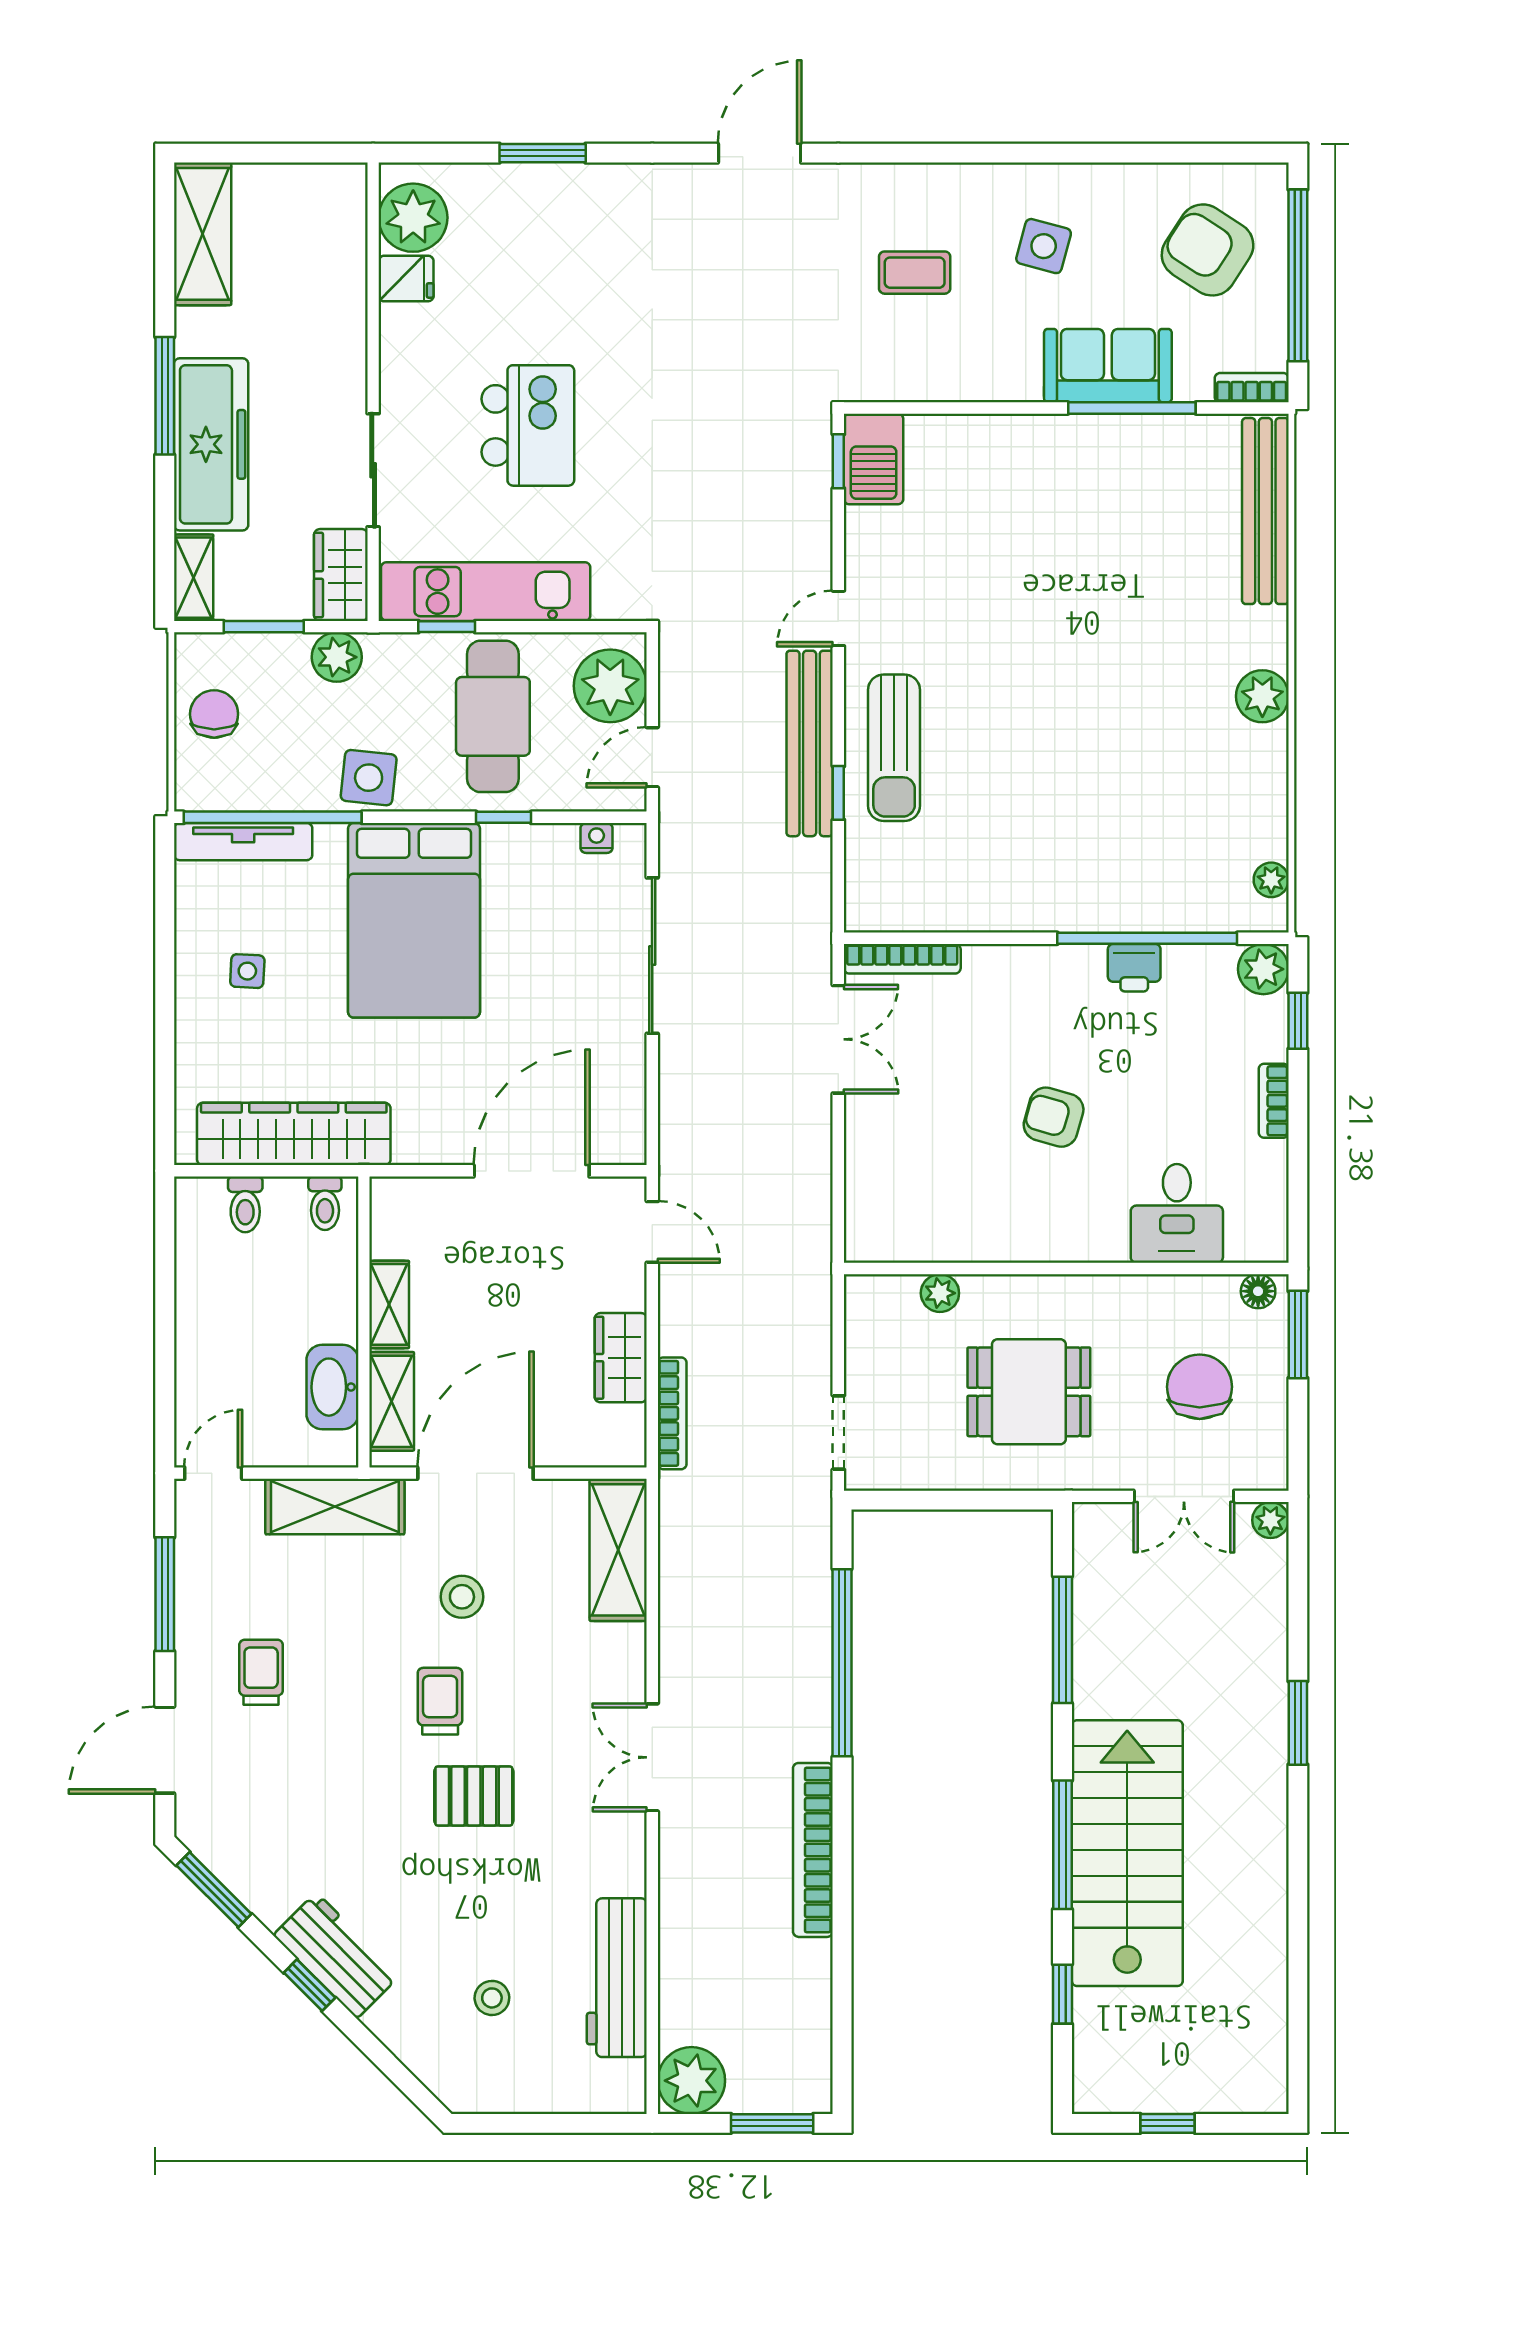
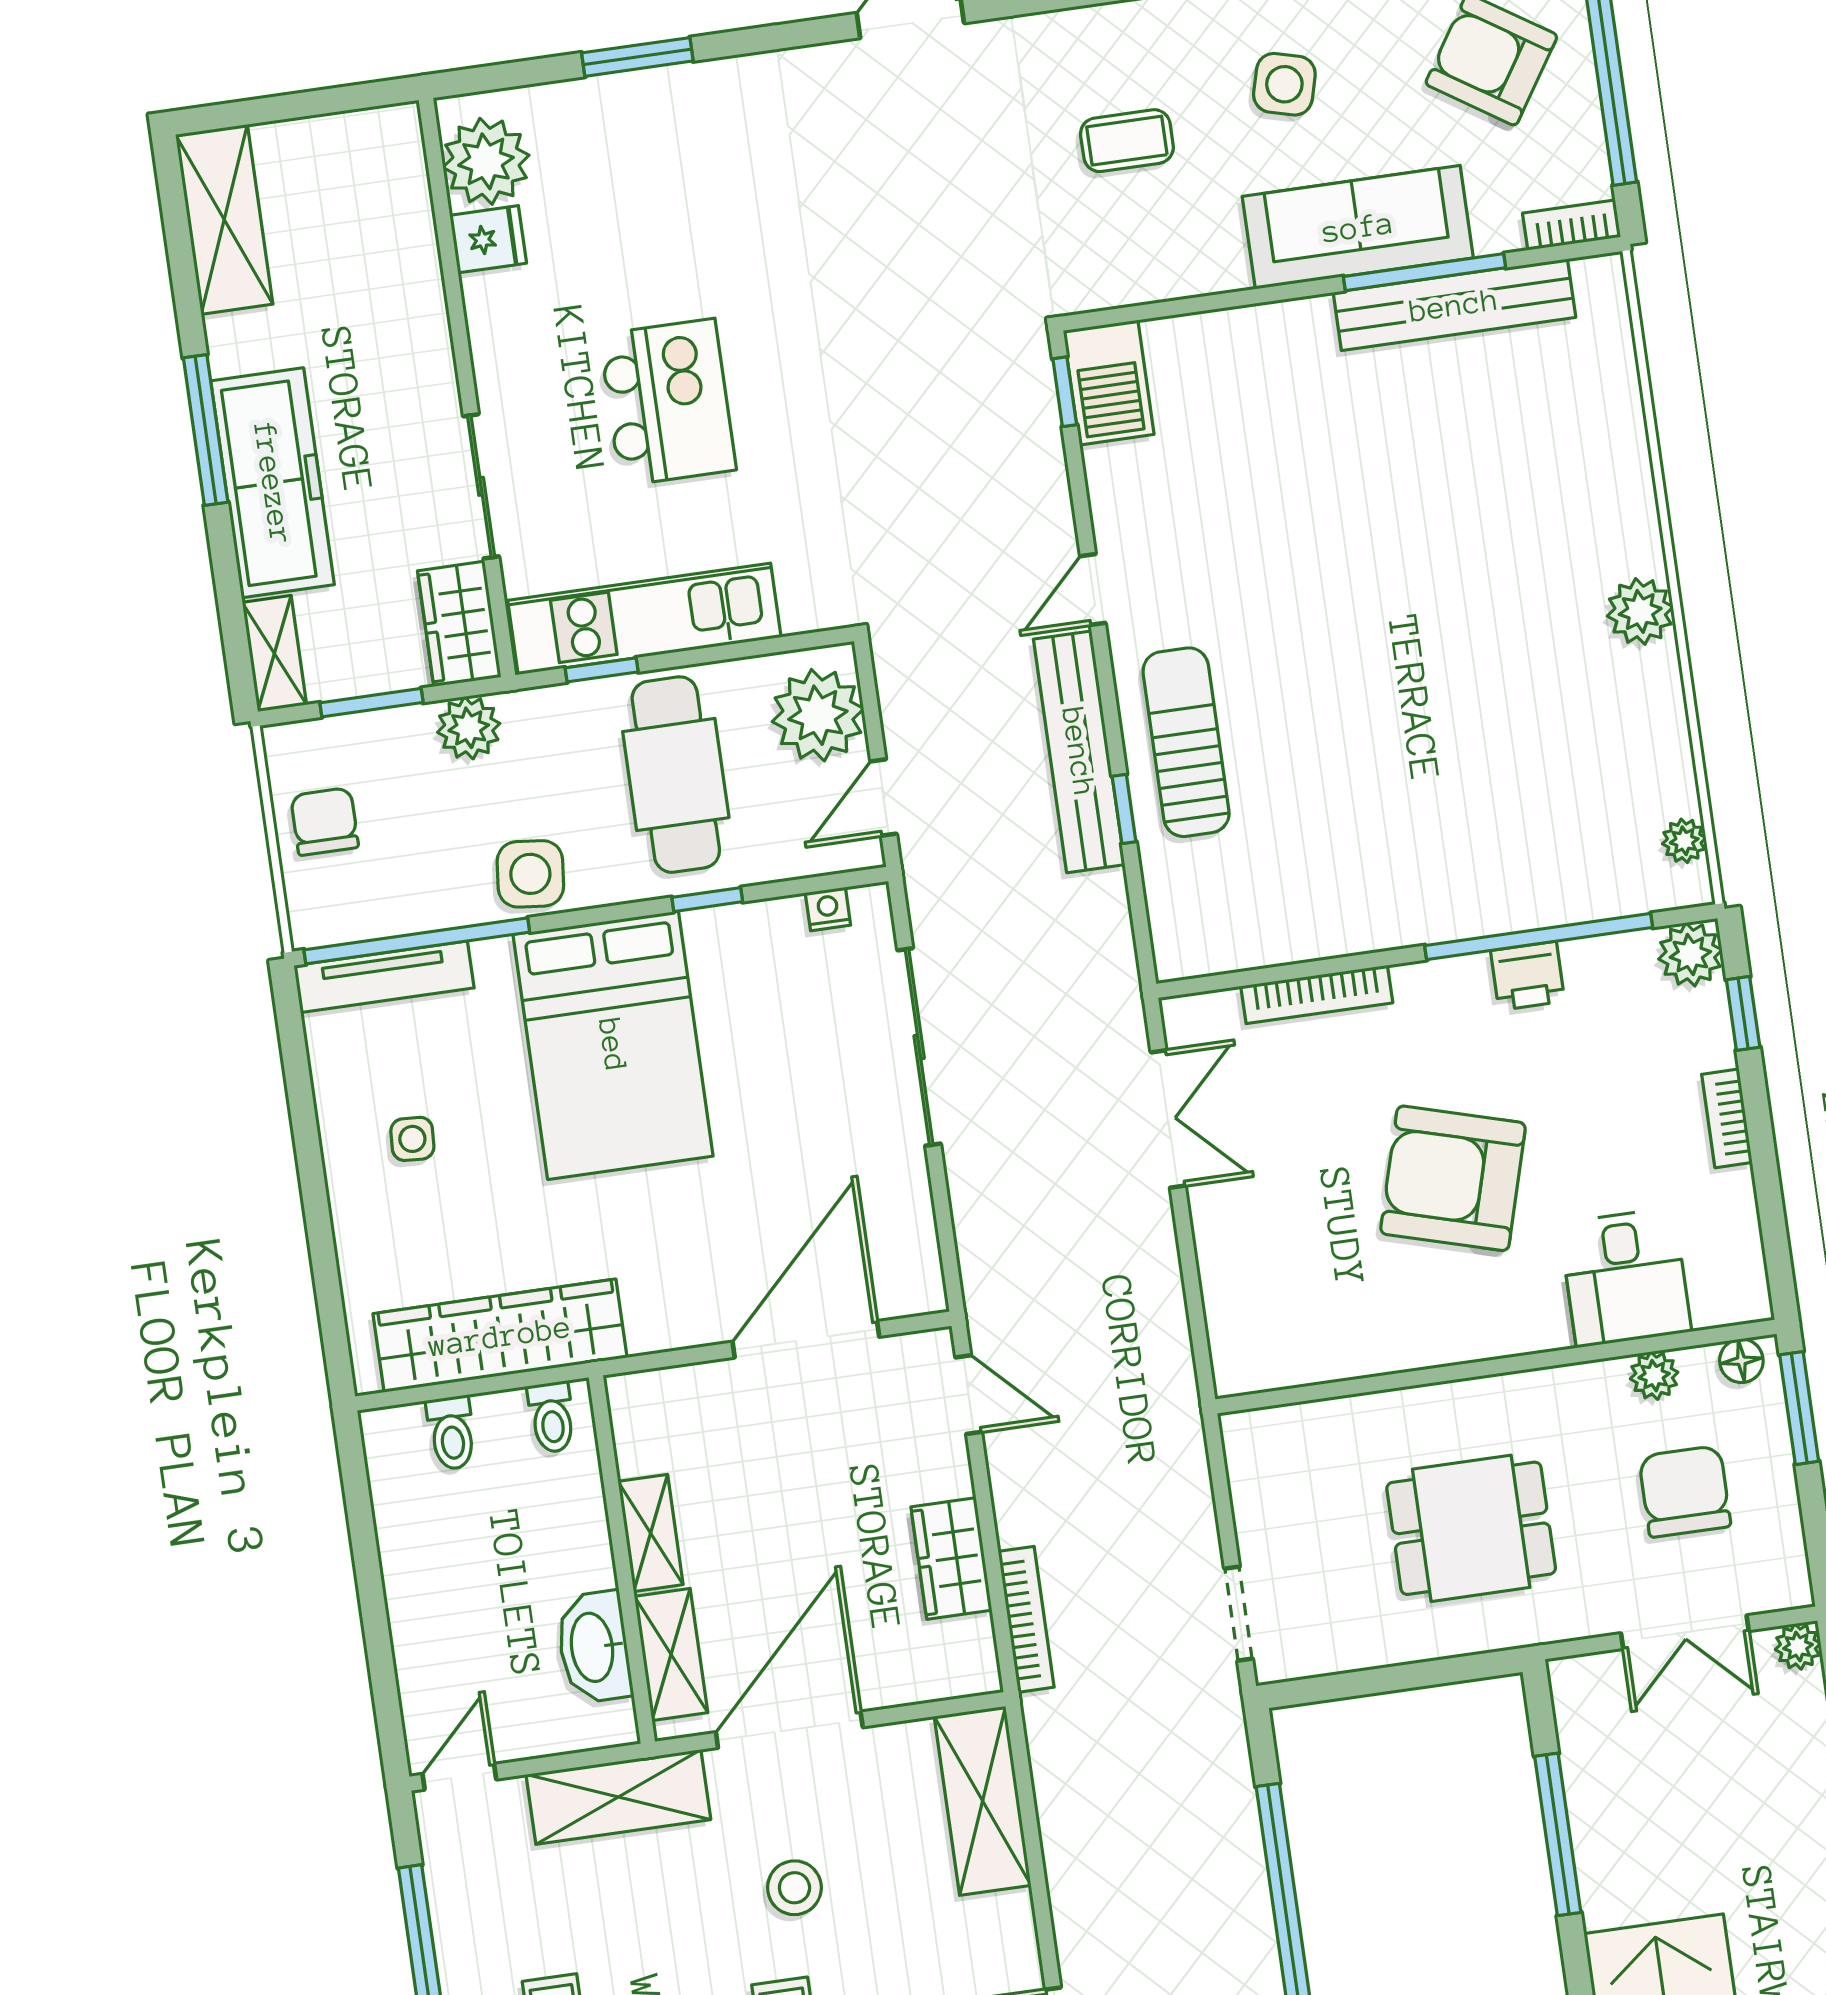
sofa: (1108, 366) -> (1358, 227), width x1.36
bench: (1265, 511) -> (1454, 305), moved, turned 90
sun lounger: (894, 748) -> (1186, 742), turned 180
bookcase: (902, 959) -> (1317, 994), moved
armchair: (1054, 1117) -> (1453, 1178), width x1.88, depth x1.88
plant: (940, 1293) -> (1654, 1376), moved

